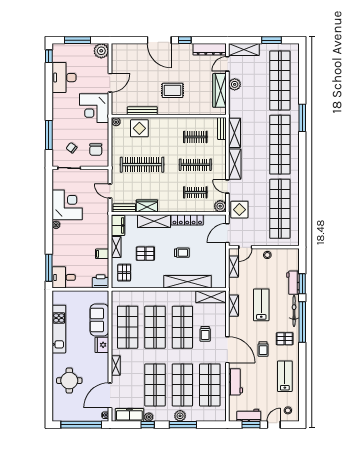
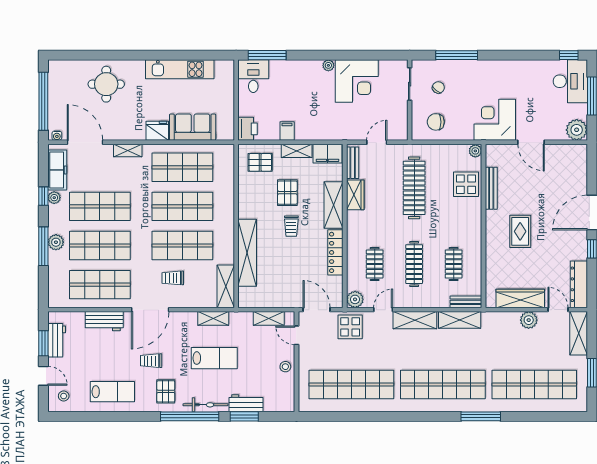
desk: (64, 78) -> (570, 81), moved, turned 90
trolley: (182, 253) -> (291, 226), moved

